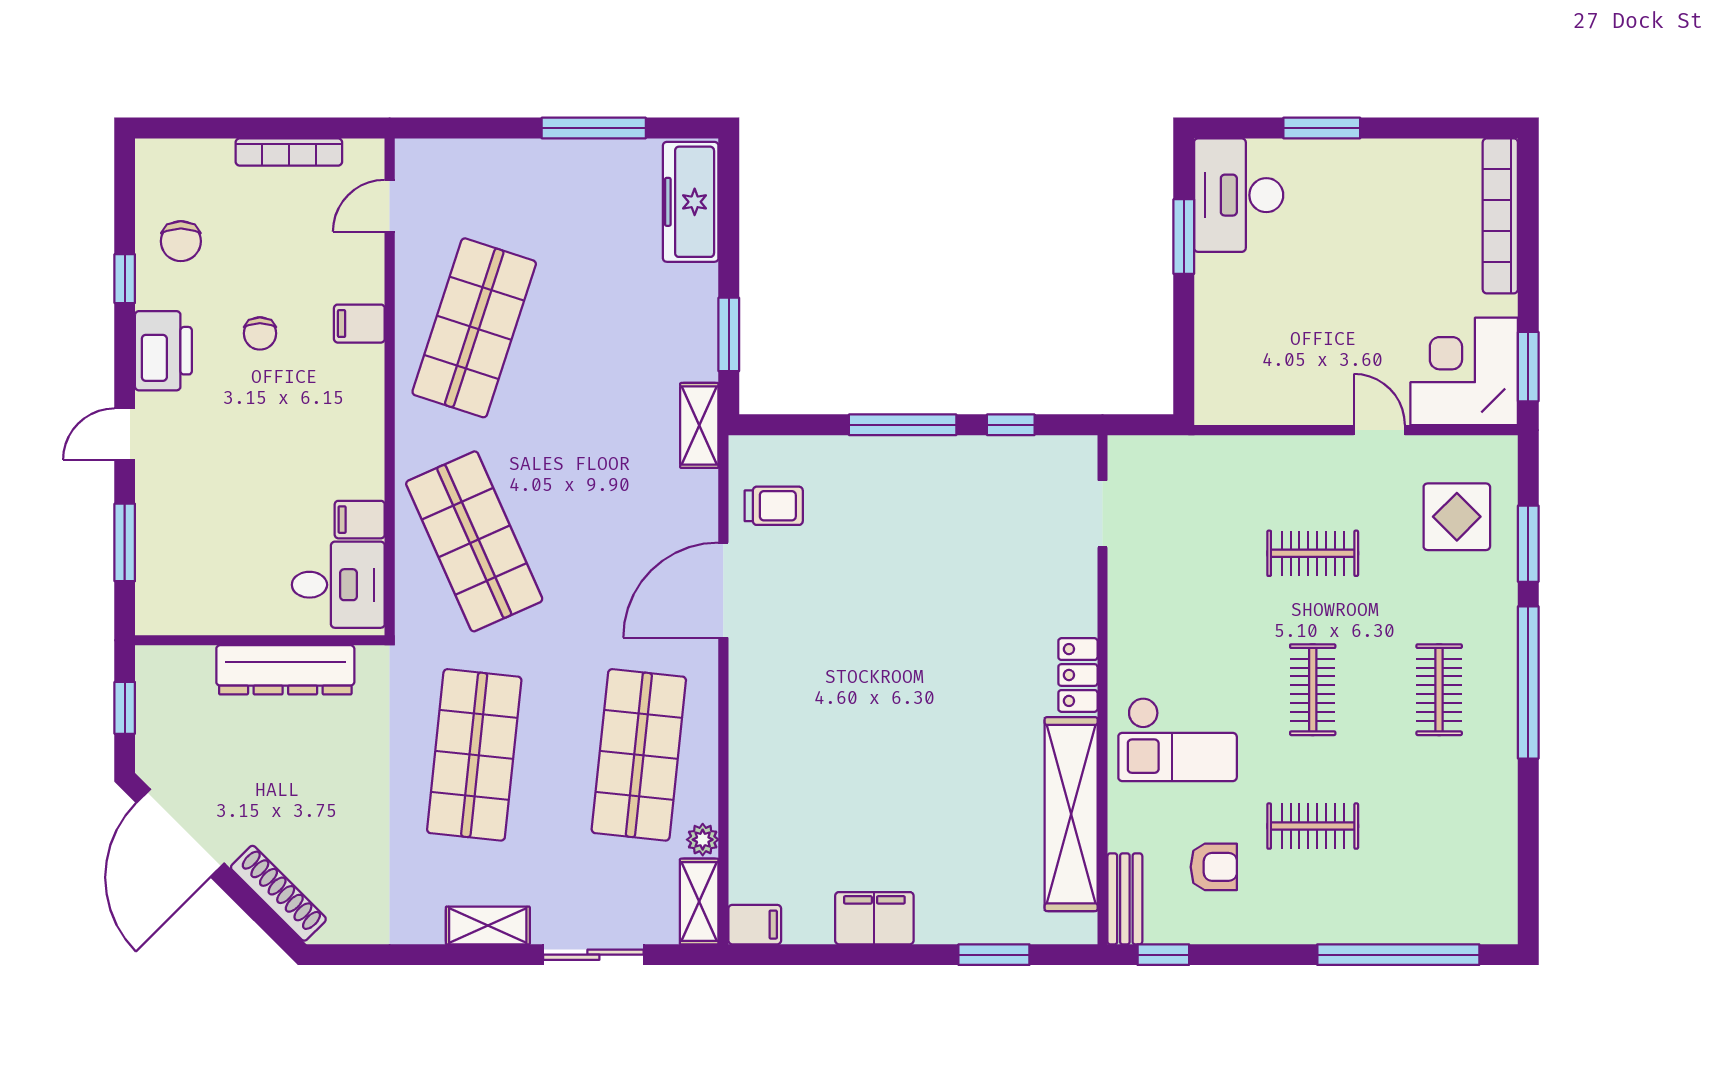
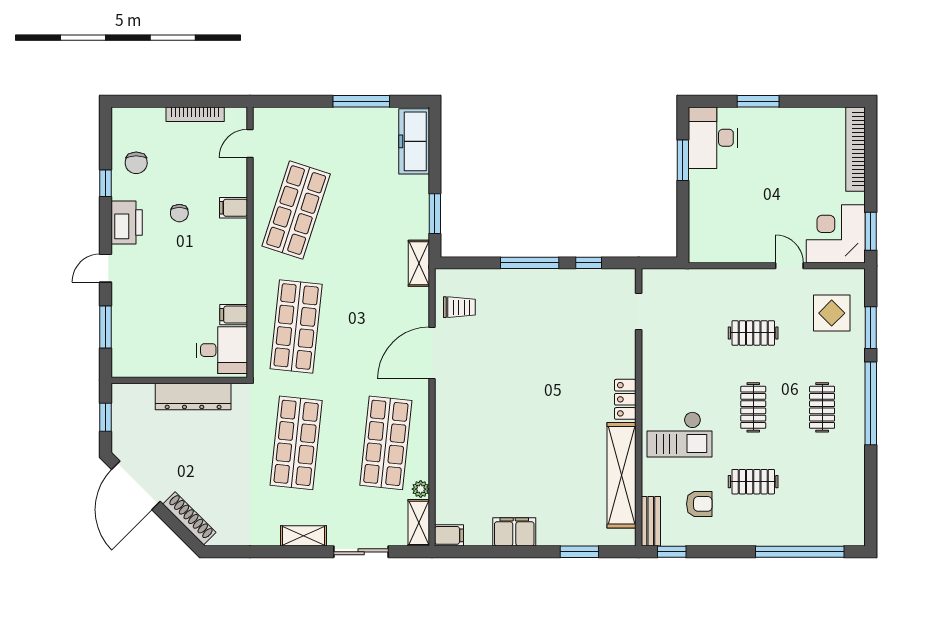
shop shelf: (474, 541) -> (296, 326), turned 30

